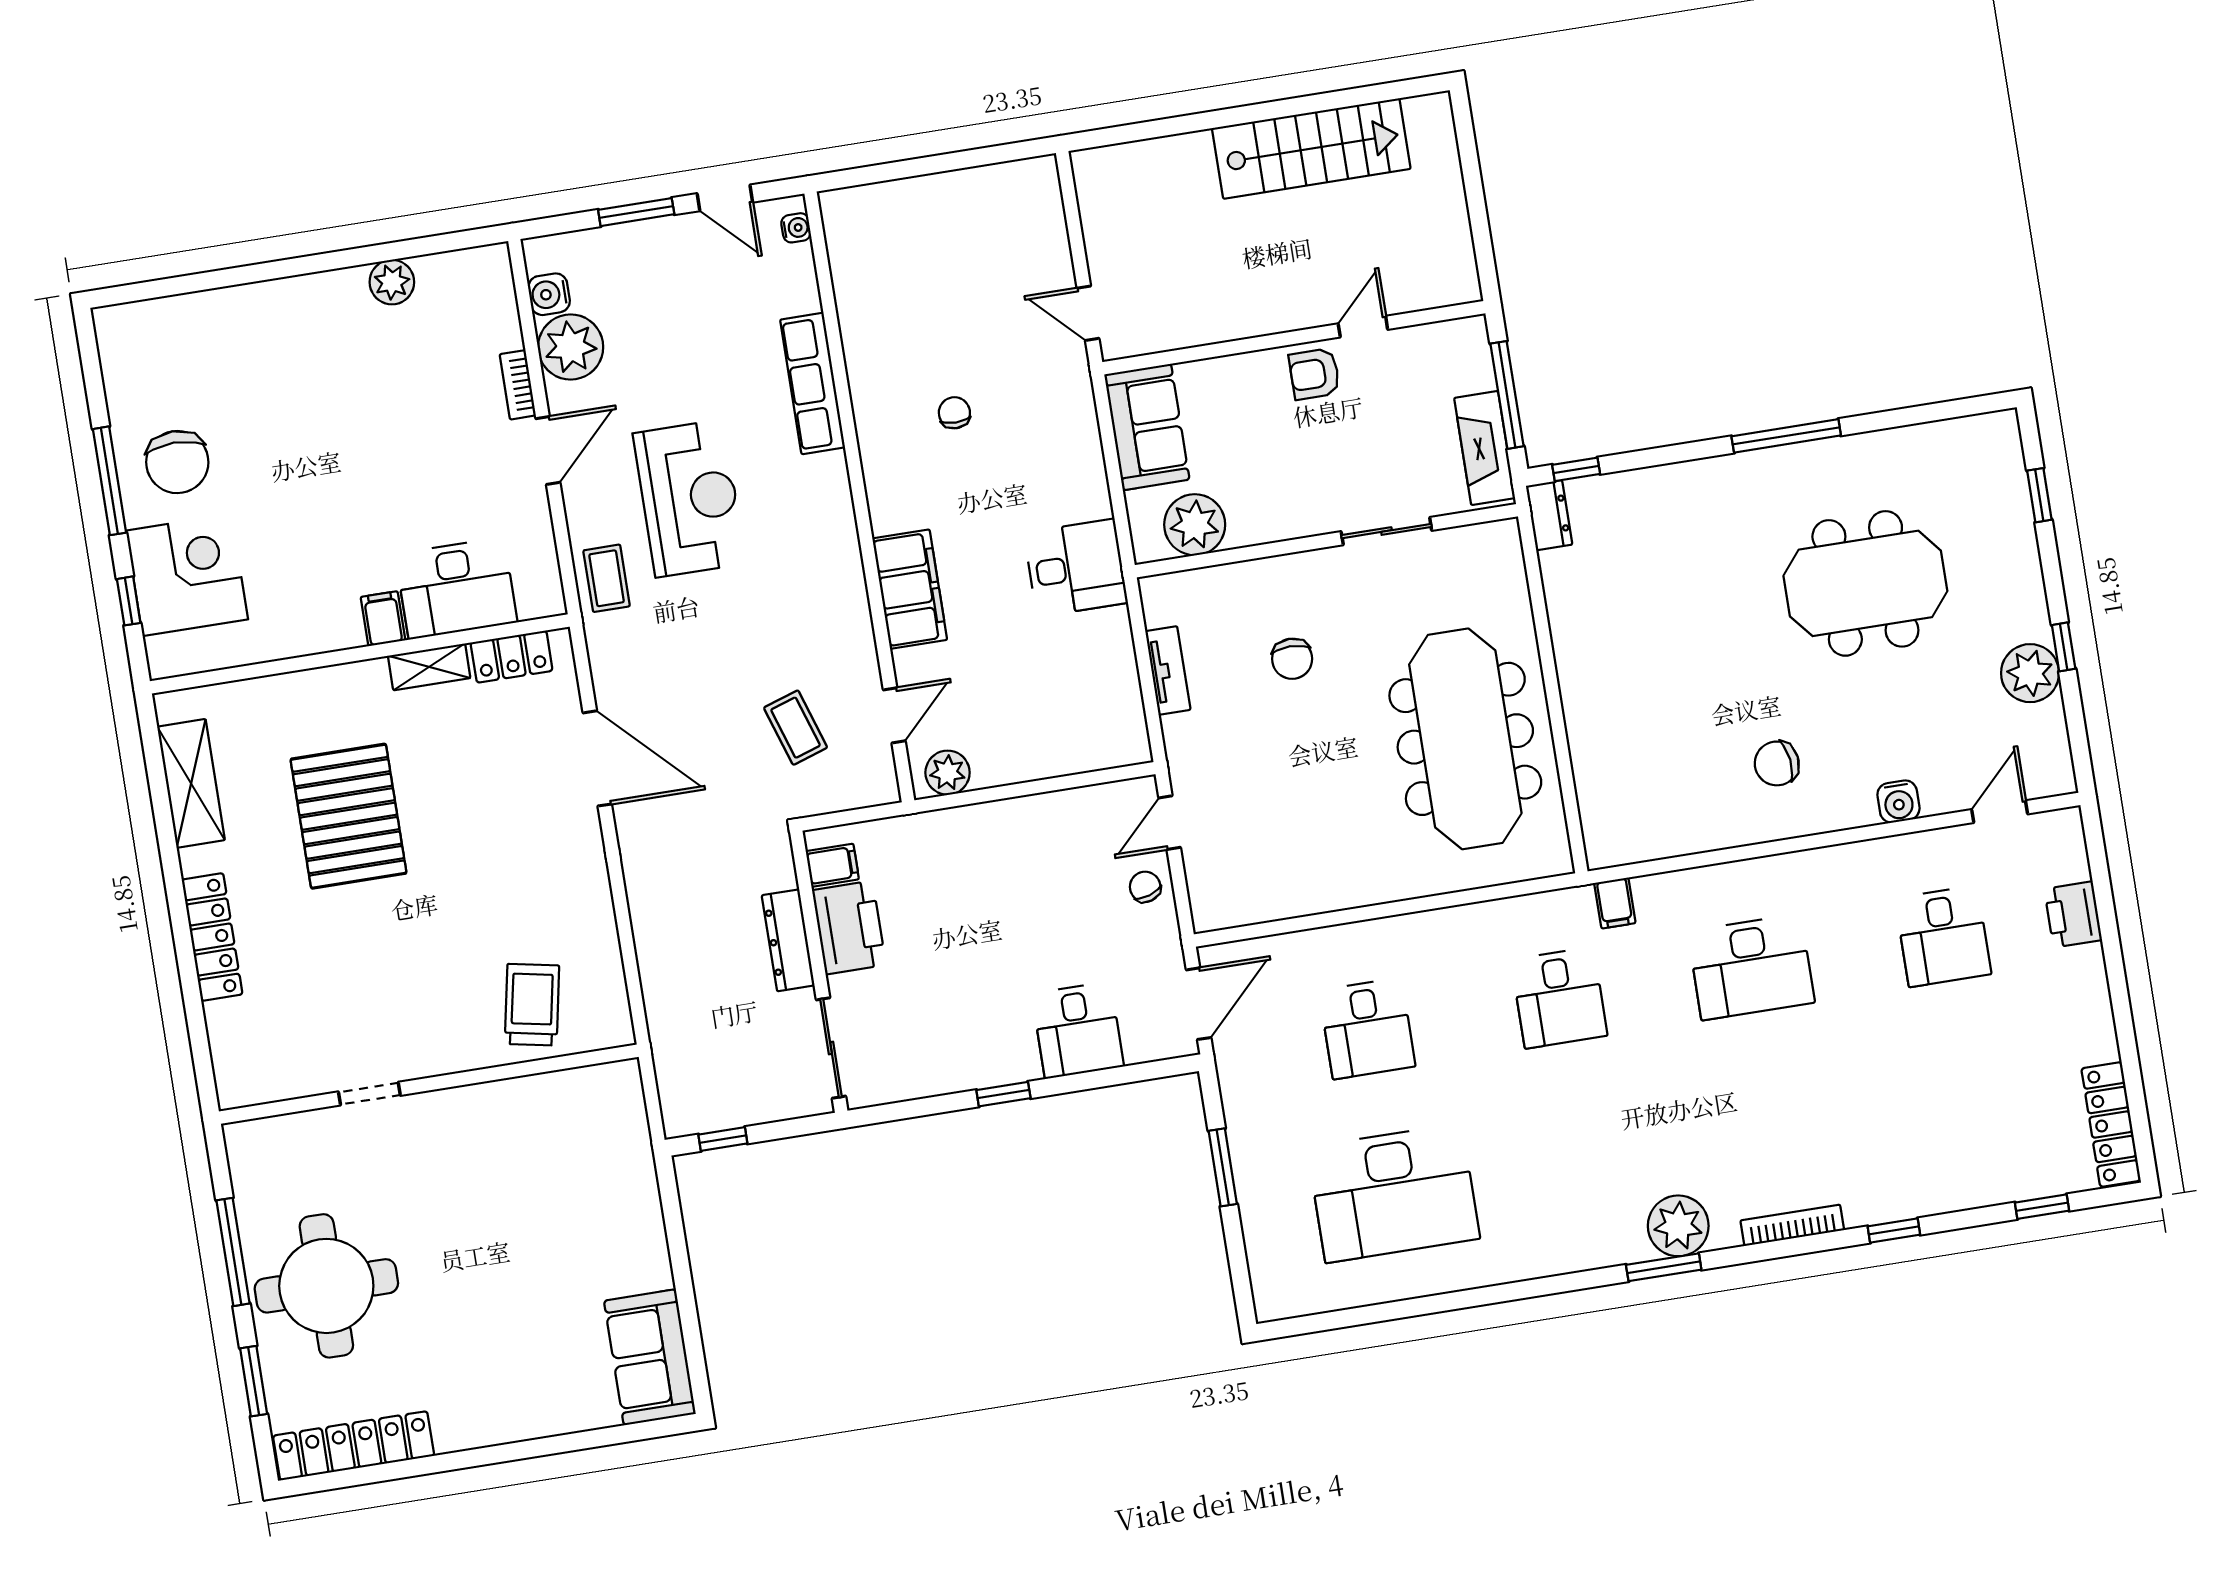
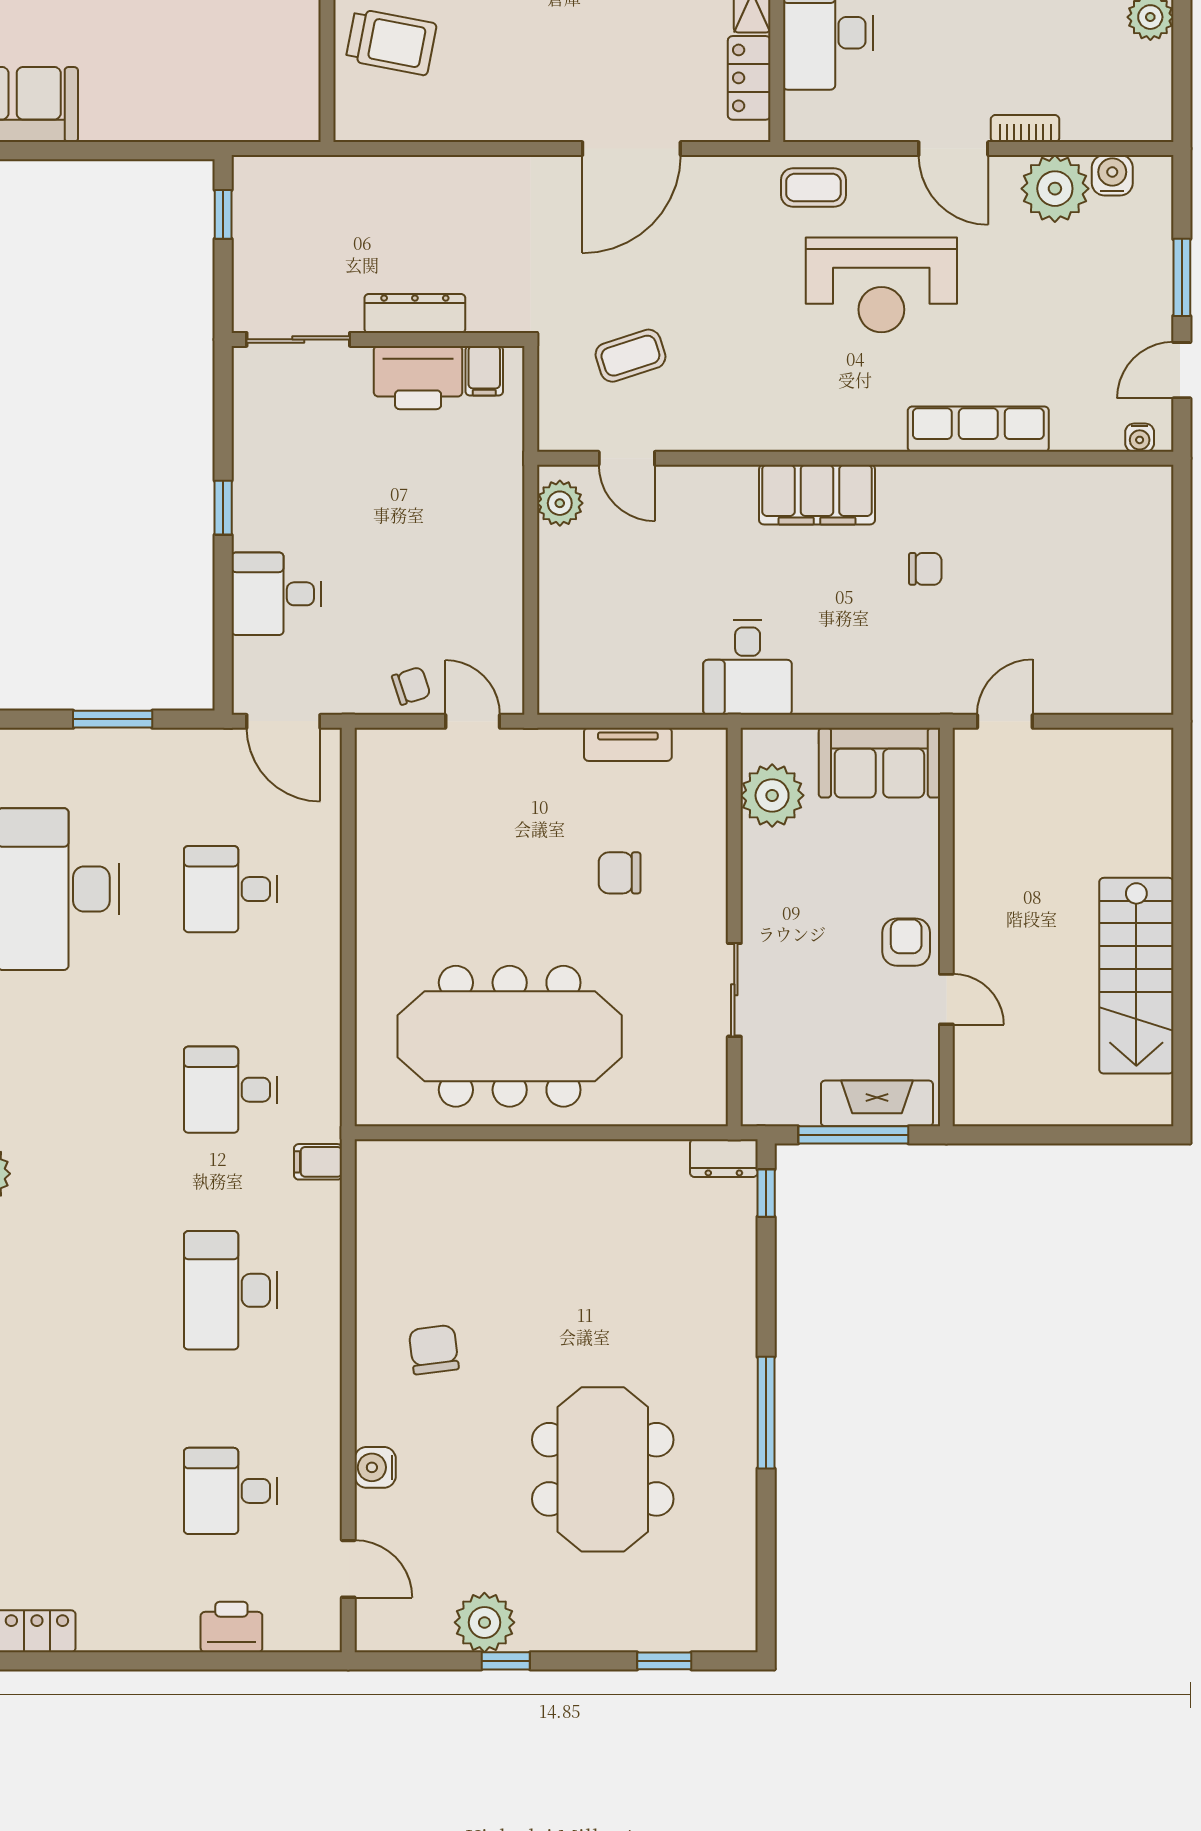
fireplace: (1485, 448) -> (877, 1103), moved
filing cabinet: (910, 589) -> (817, 495), moved

